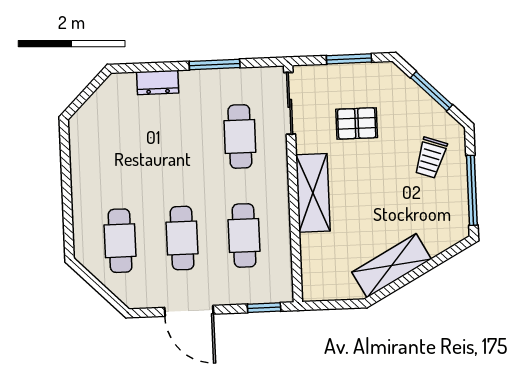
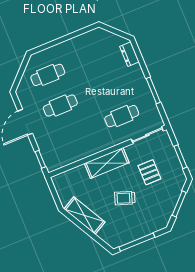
dresser: (158, 82) -> (129, 54), moved
trolley: (431, 158) -> (125, 198), moved
cafe table: (244, 235) -> (73, 136), removed

